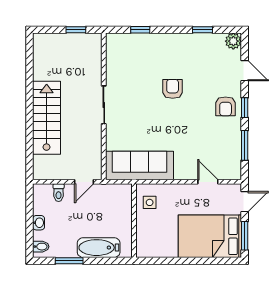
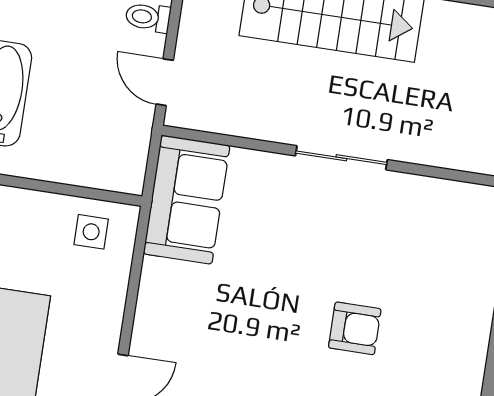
sofa: (139, 166) -> (187, 200), width x0.73

